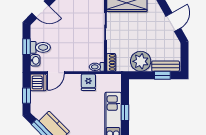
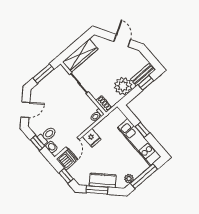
fridge: (88, 82) -> (92, 138), moved

